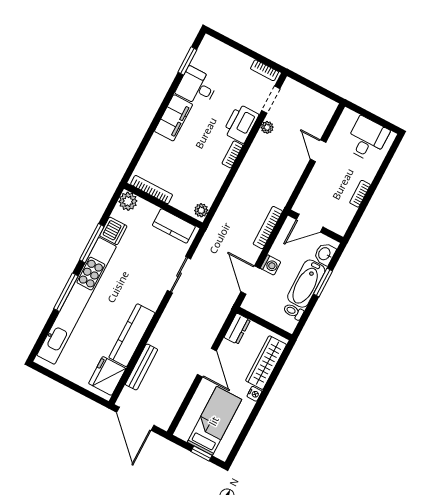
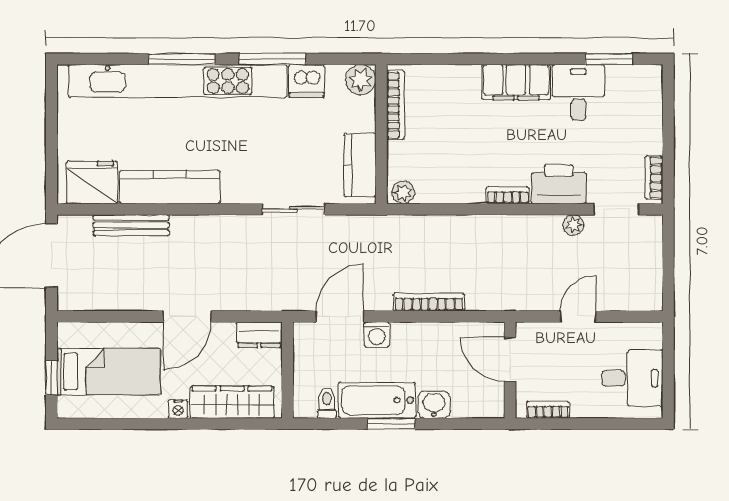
door: (310, 223) -> (510, 359), moved
wall: (316, 226) -> (510, 370), moved

